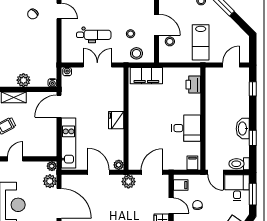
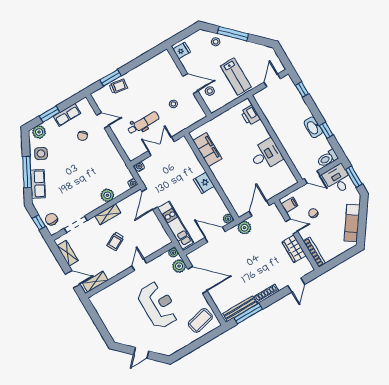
stool: (136, 53) -> (188, 117), removed
filing cabinet: (146, 76) -> (207, 150), moved, turned -90
filing cabinet: (192, 163) -> (288, 181), removed

